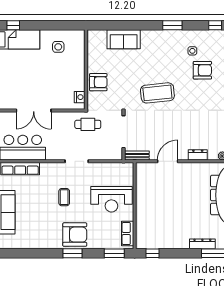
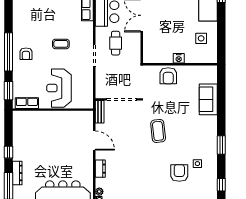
armchair: (202, 70) -> (179, 173), turned 180
coffee table: (157, 93) -> (158, 131), width x0.73, depth x0.76
nightstand: (80, 97) -> (179, 58), moved
cafe table: (88, 124) -> (116, 43), moved
armchair: (75, 235) -> (26, 54), width x0.53, depth x0.53
window: (73, 253) -> (8, 52), width x2.11
window: (152, 253) -> (8, 152), moved

